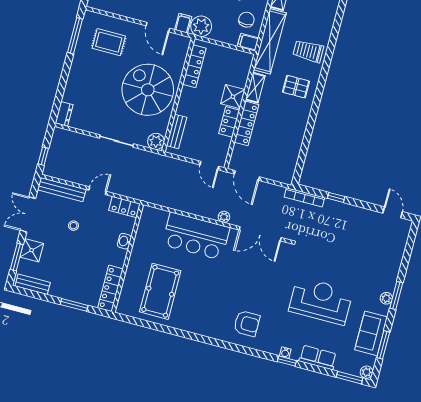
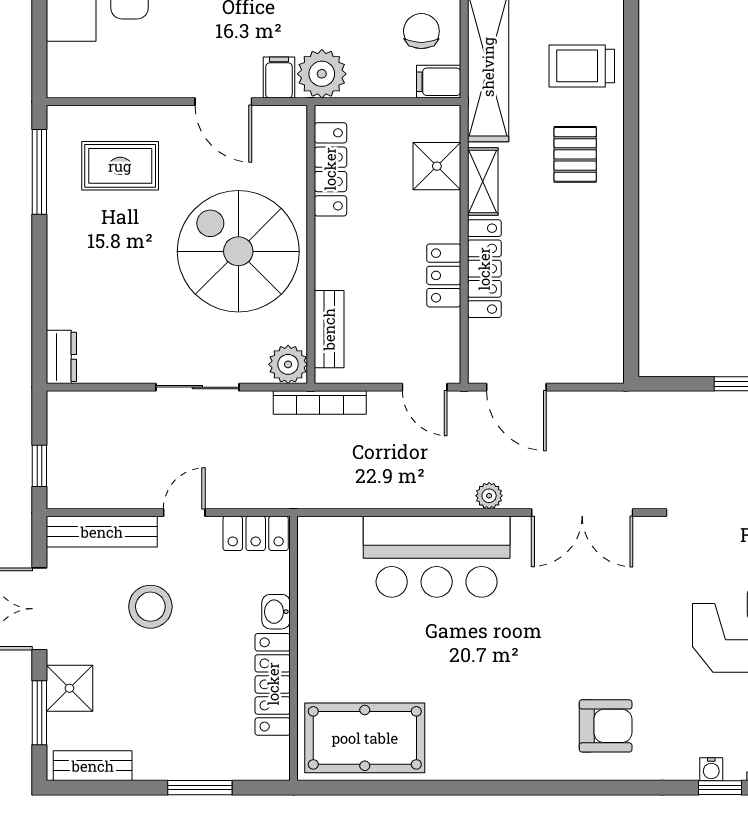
pallet: (296, 87) -> (575, 154), turned 90
shower: (233, 97) -> (437, 166), moved
bookcase: (304, 197) -> (320, 403), moved
stool: (73, 226) -> (150, 607), width x1.89, depth x1.89
locker: (110, 288) -> (273, 684), moved
pool table: (160, 291) -> (365, 738), moved, turned 90

